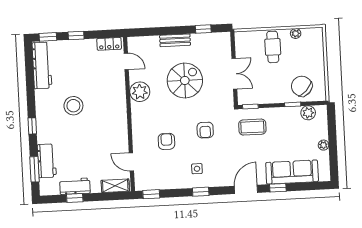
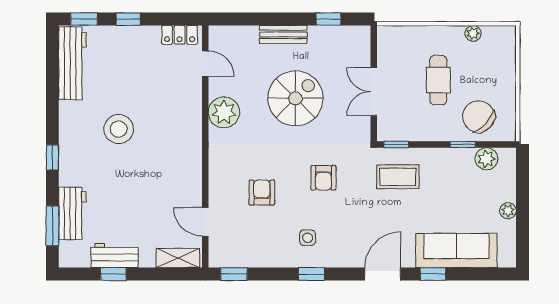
cafe table: (273, 47) -> (438, 80), moved
double door: (234, 74) -> (374, 92), swing flipped

